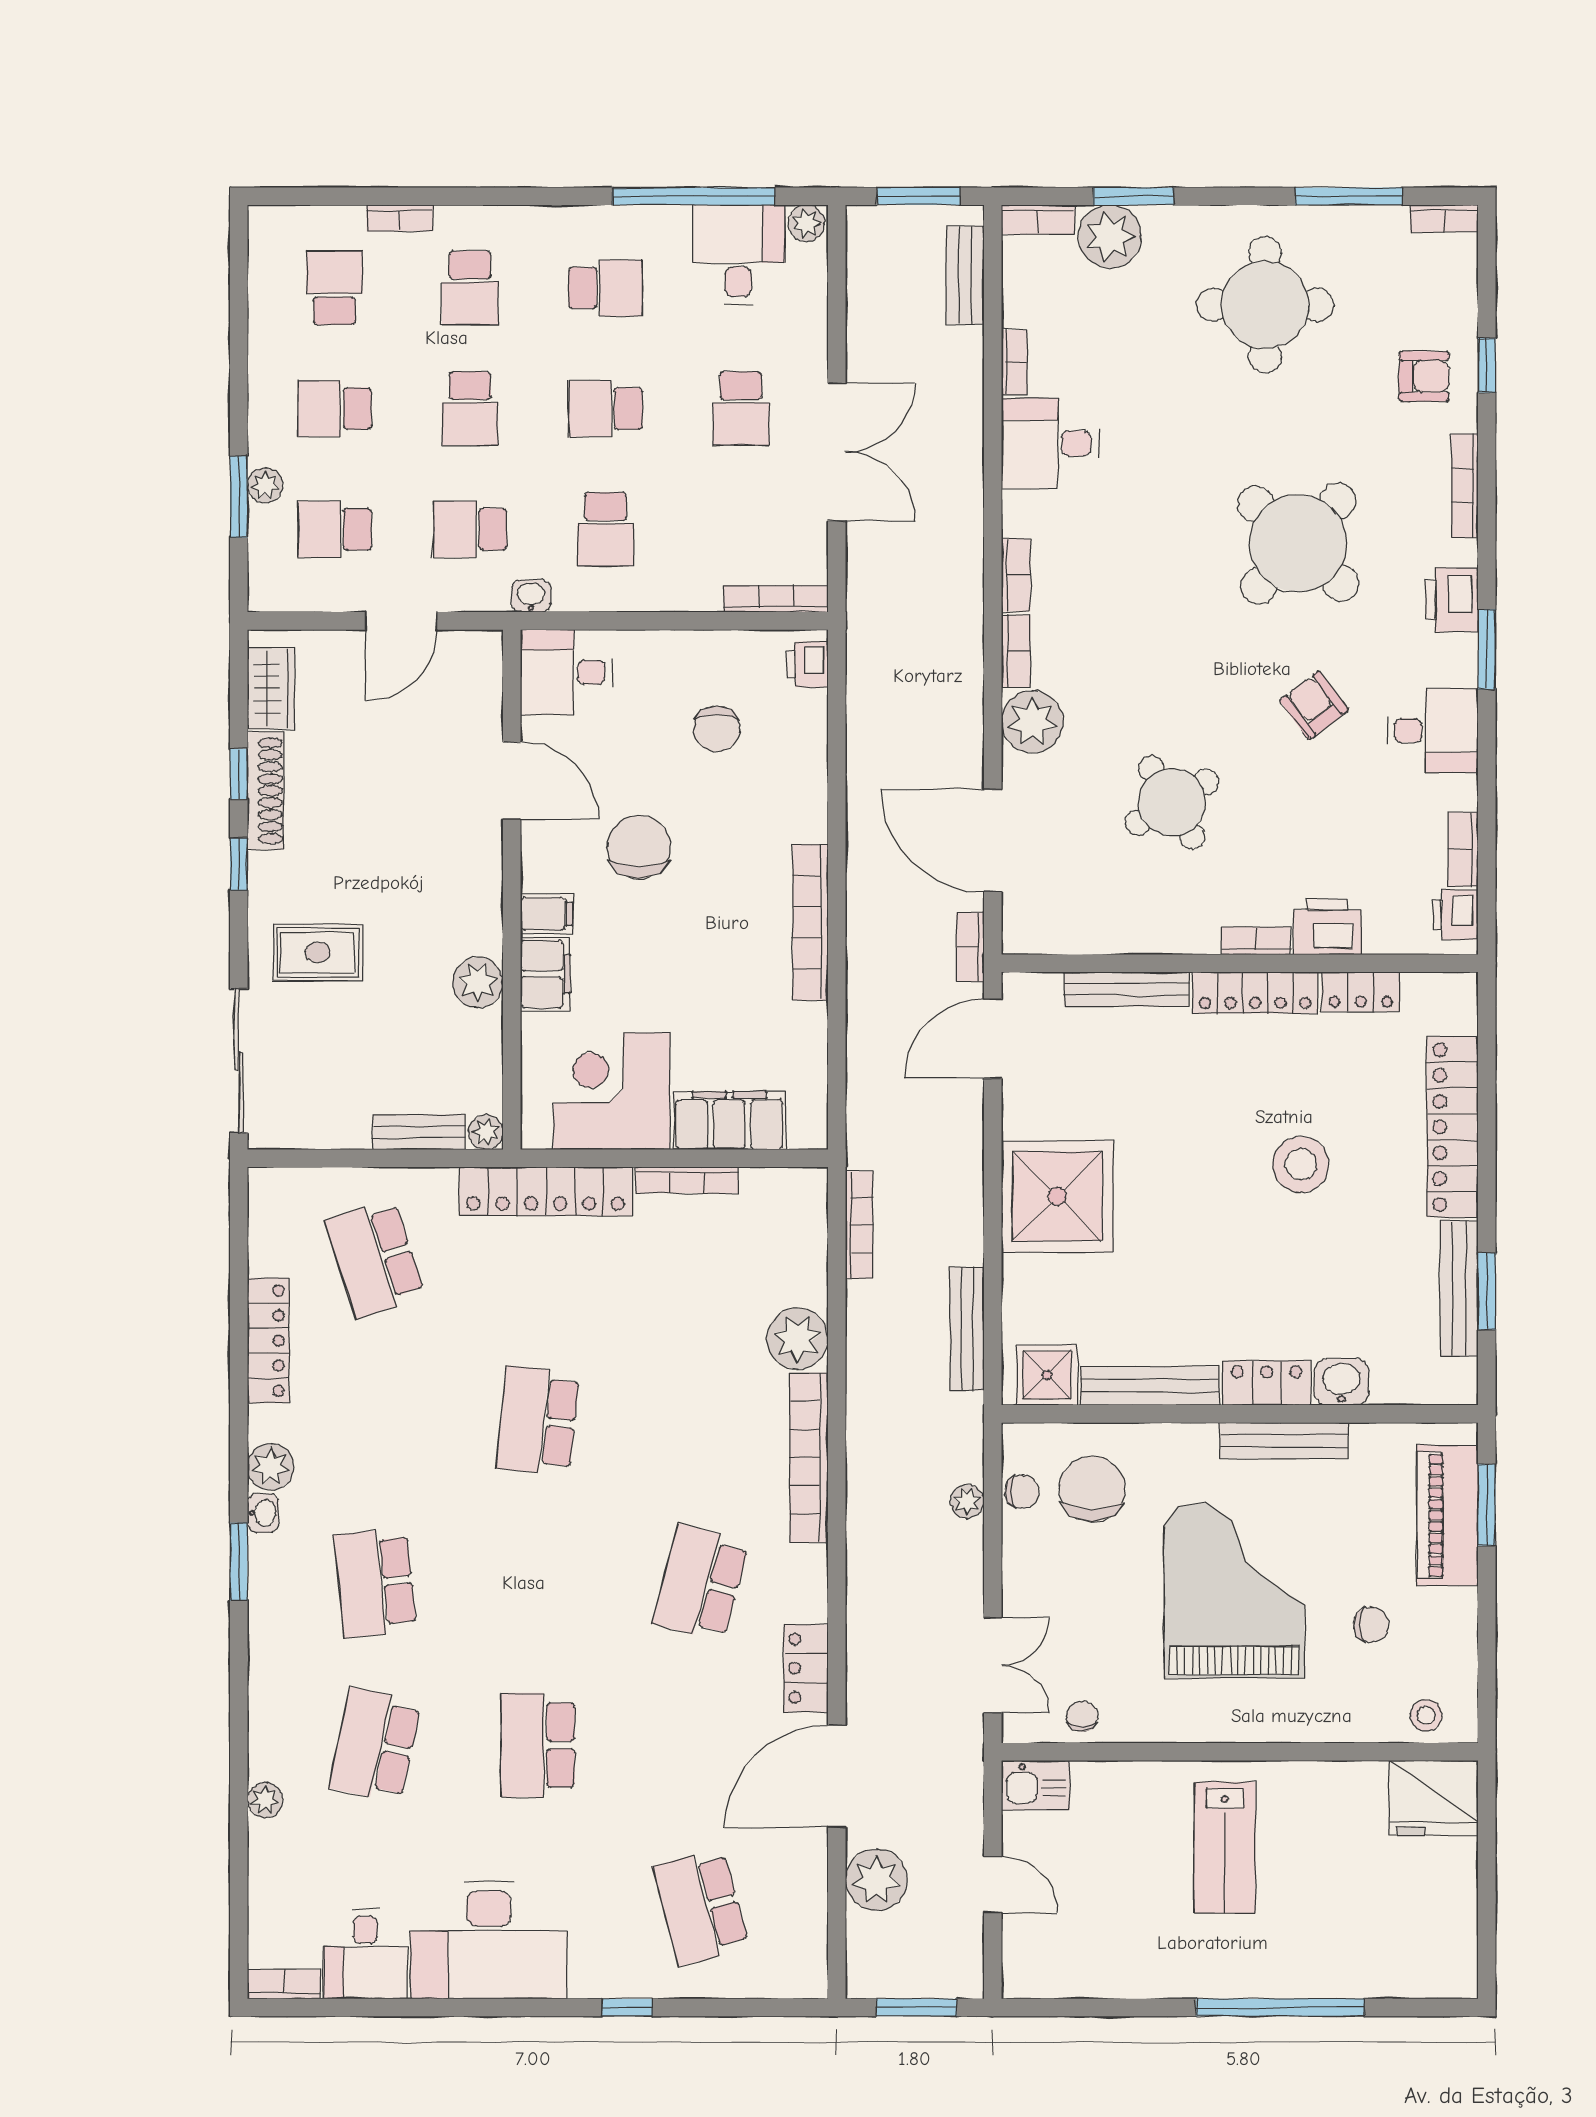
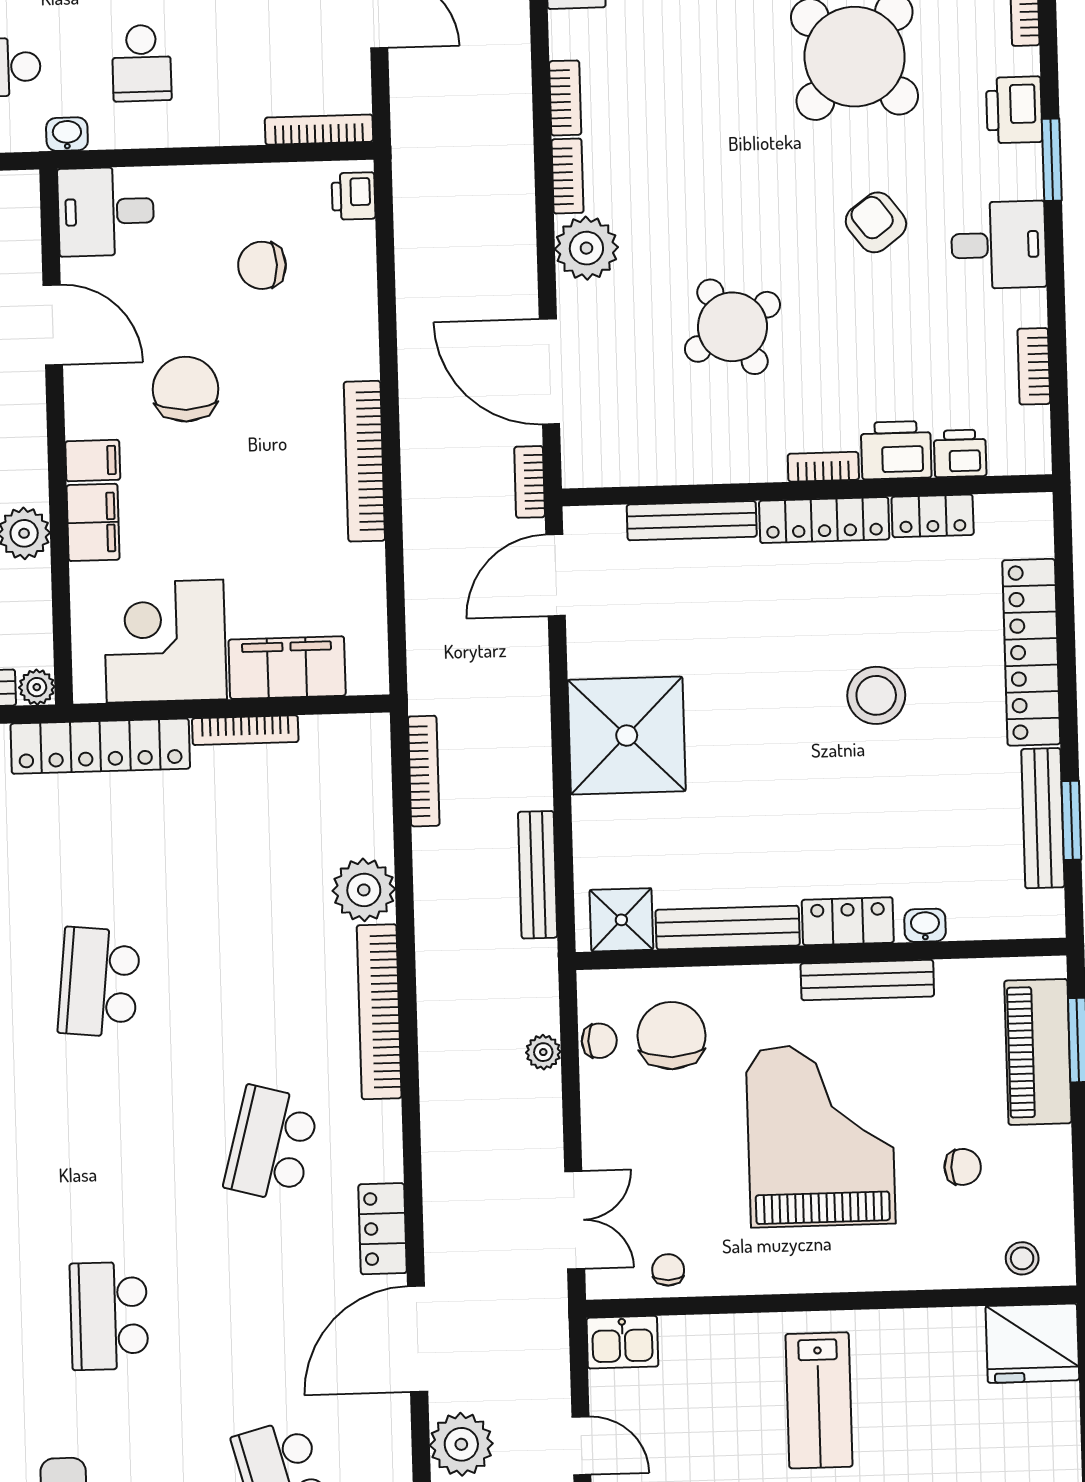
chair: (717, 729) -> (262, 265), turned 90
printer: (1455, 915) -> (960, 453), moved, turned 90
washbasin: (1342, 1382) -> (925, 925), width x0.72, depth x0.69

